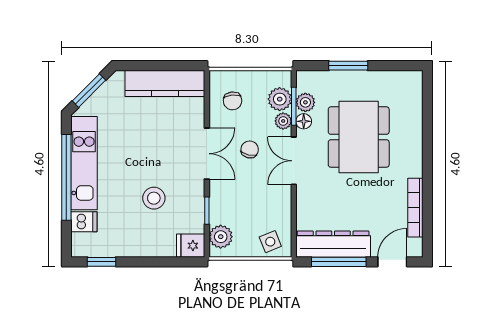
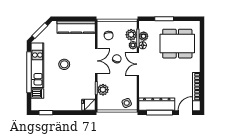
dining table: (359, 137) -> (177, 44), moved, turned 90
stool: (154, 198) -> (64, 64), moved
plant: (221, 237) -> (103, 90), moved

